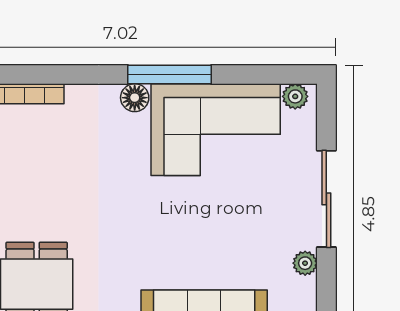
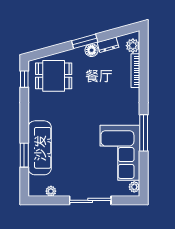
floor lamp: (135, 98) -> (134, 118), removed
plant: (305, 263) -> (51, 191), moved

